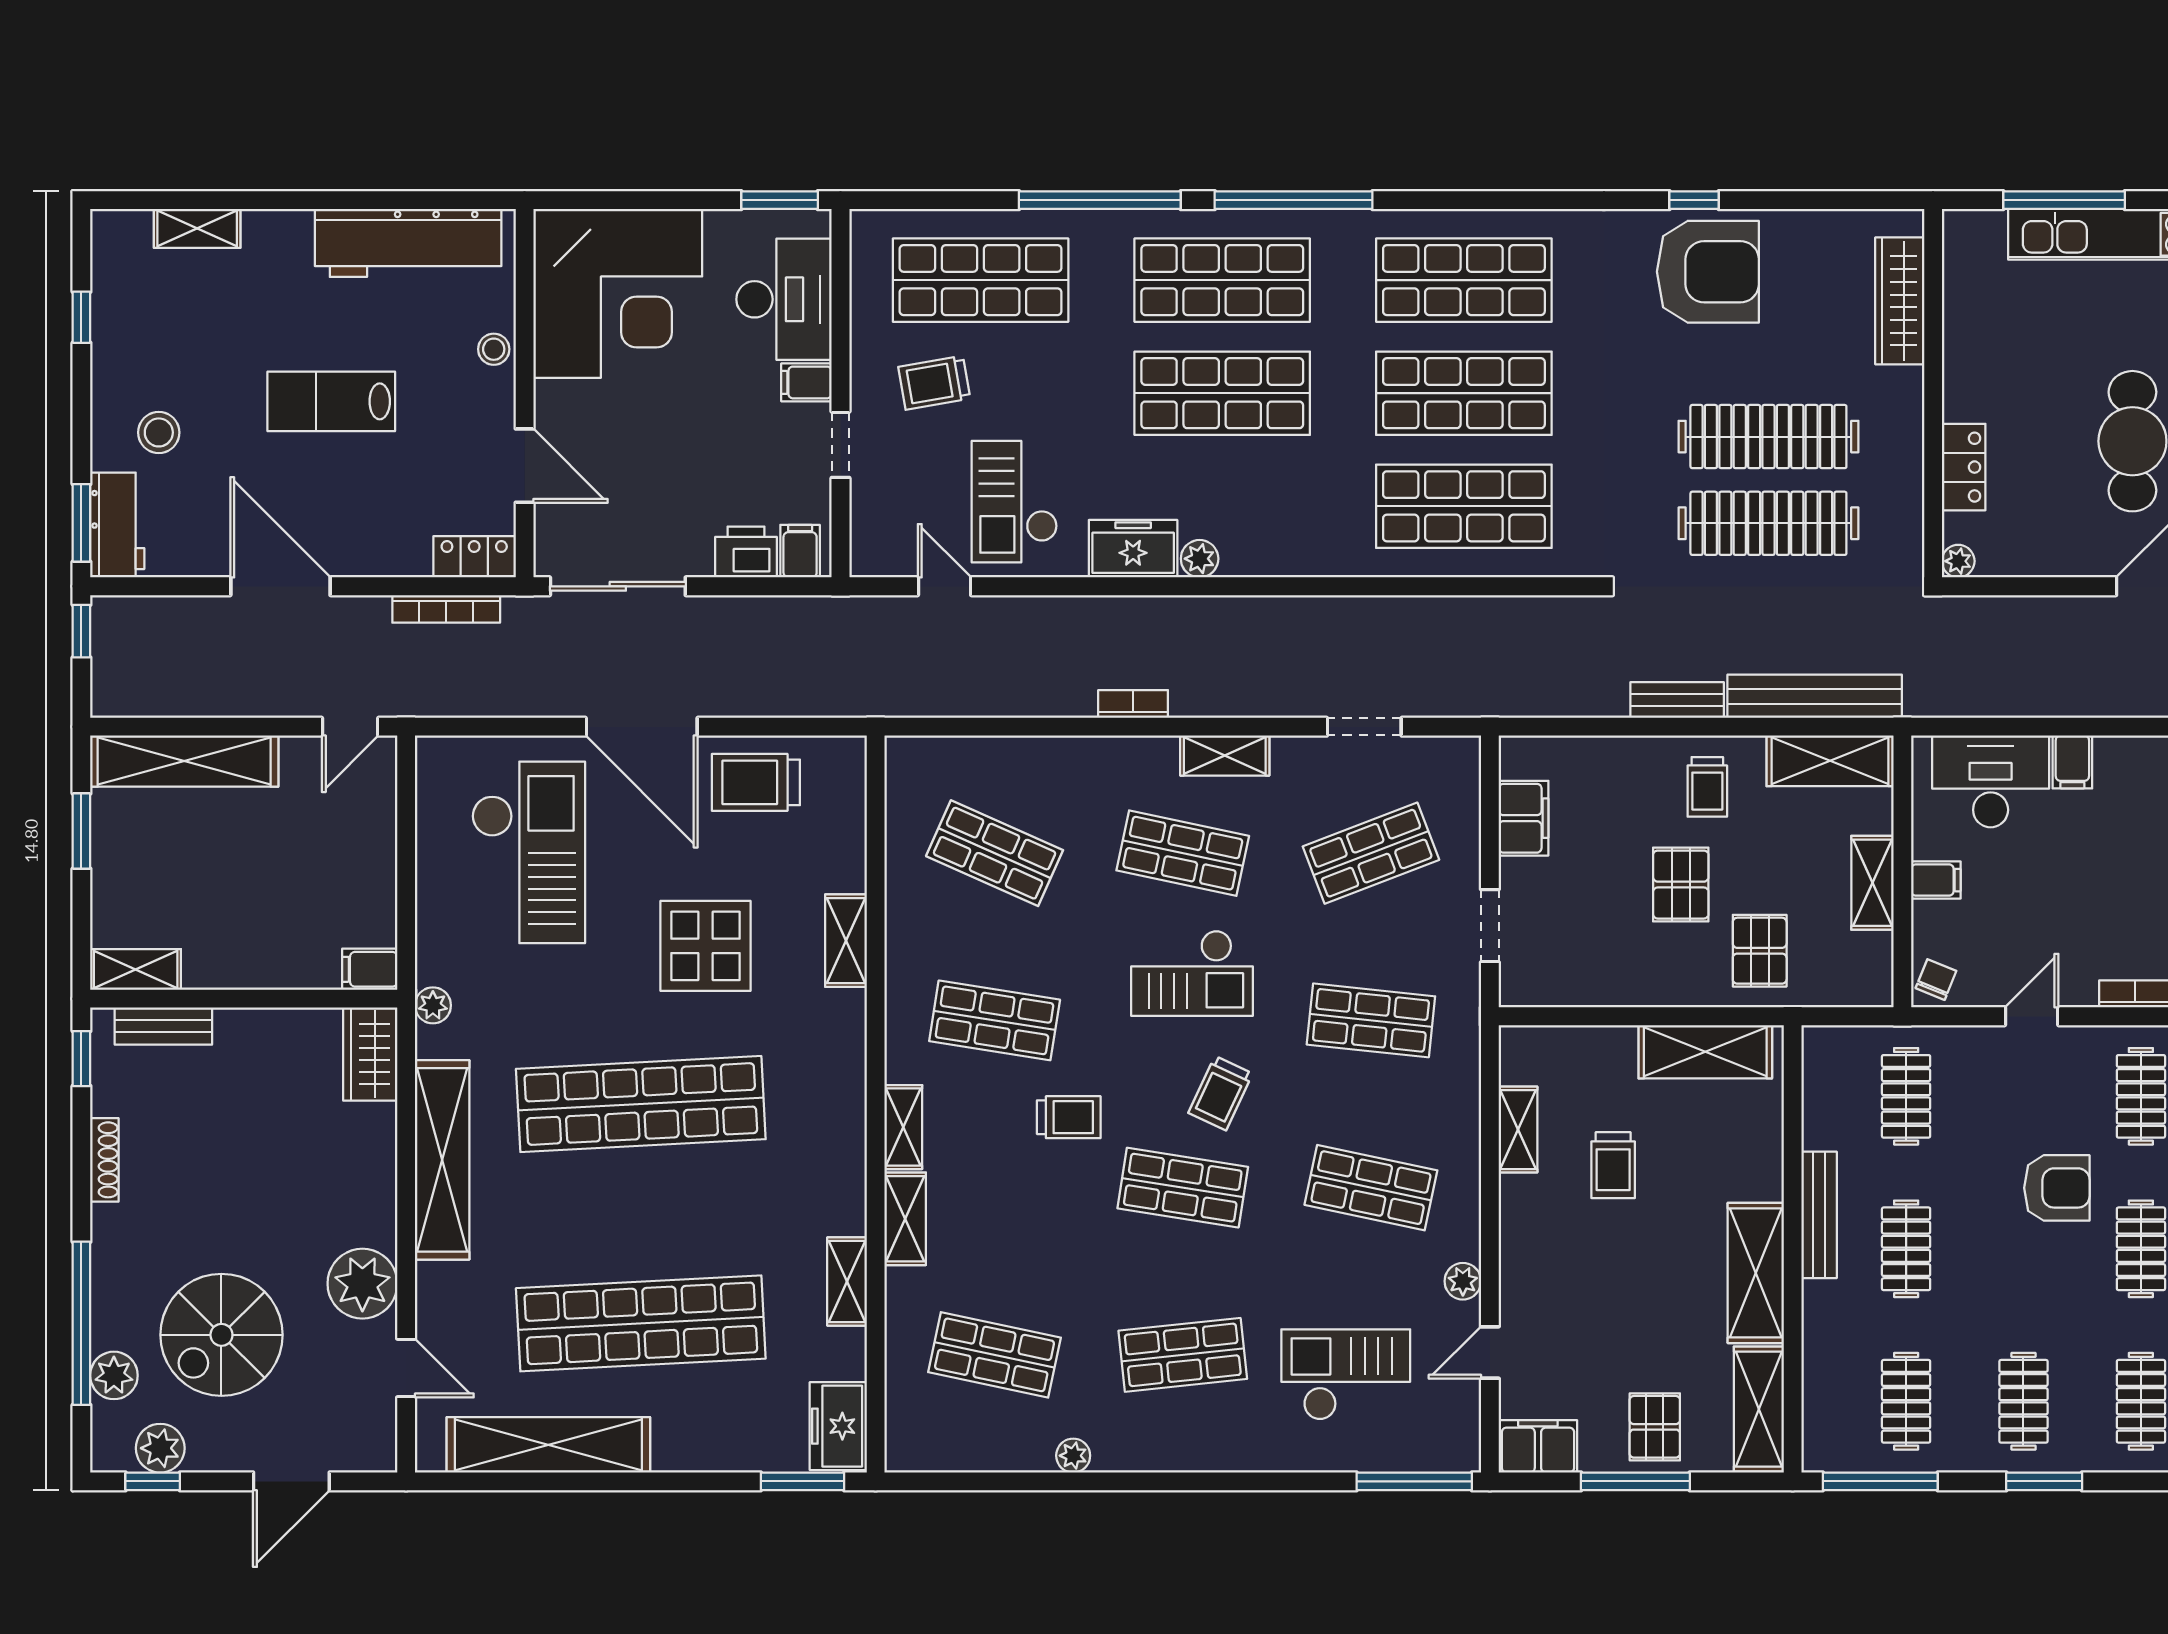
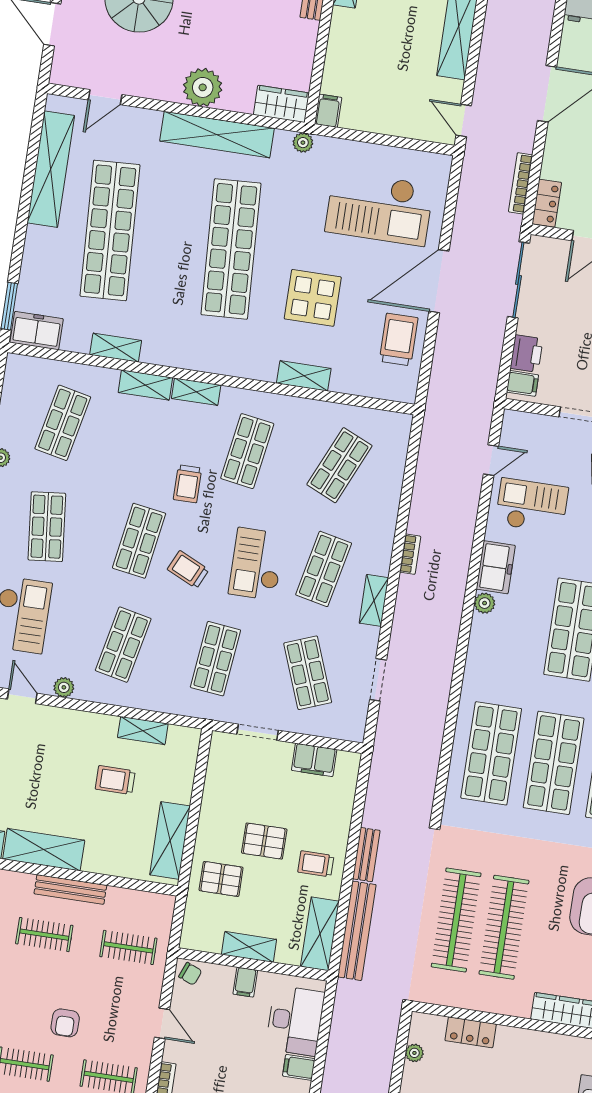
plant: (1958, 561) -> (414, 1053), moved
armchair: (2057, 1188) -> (65, 1023), width x0.72, depth x0.72
plant: (362, 1284) -> (203, 87), moved

